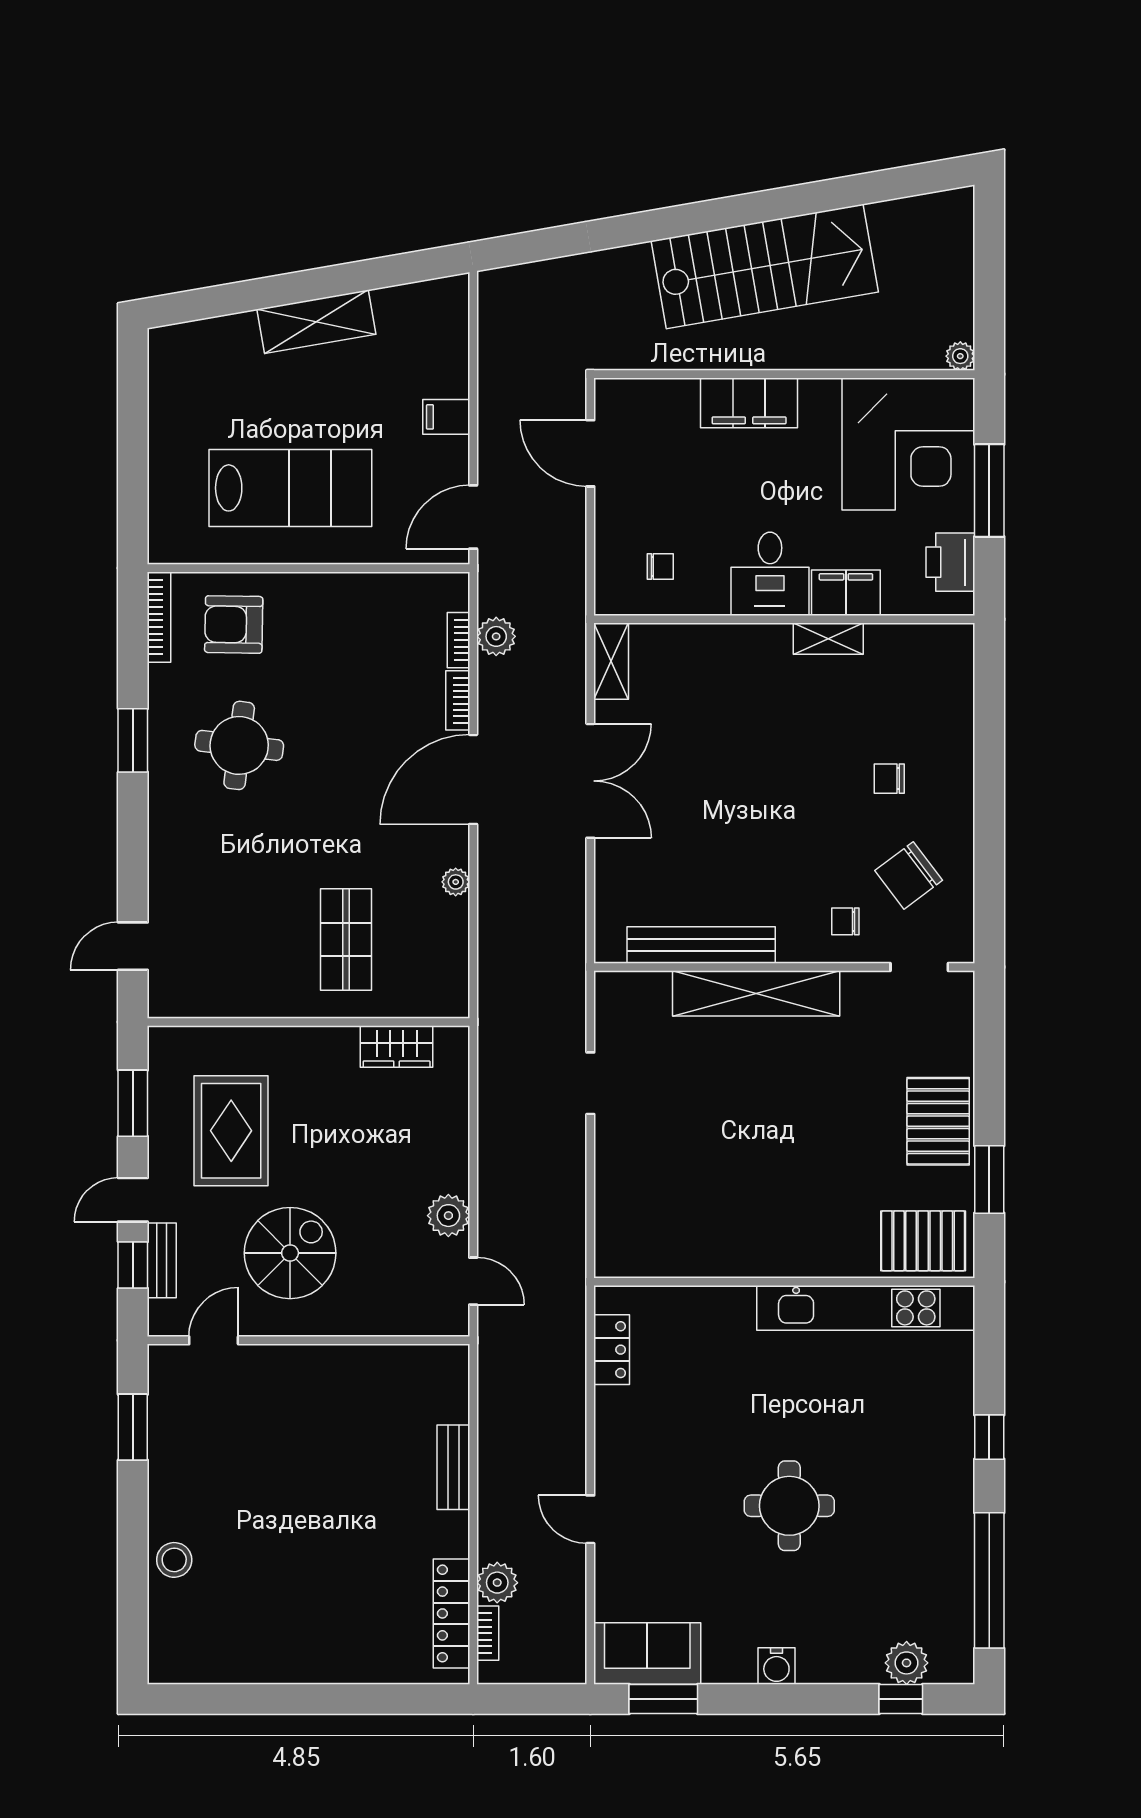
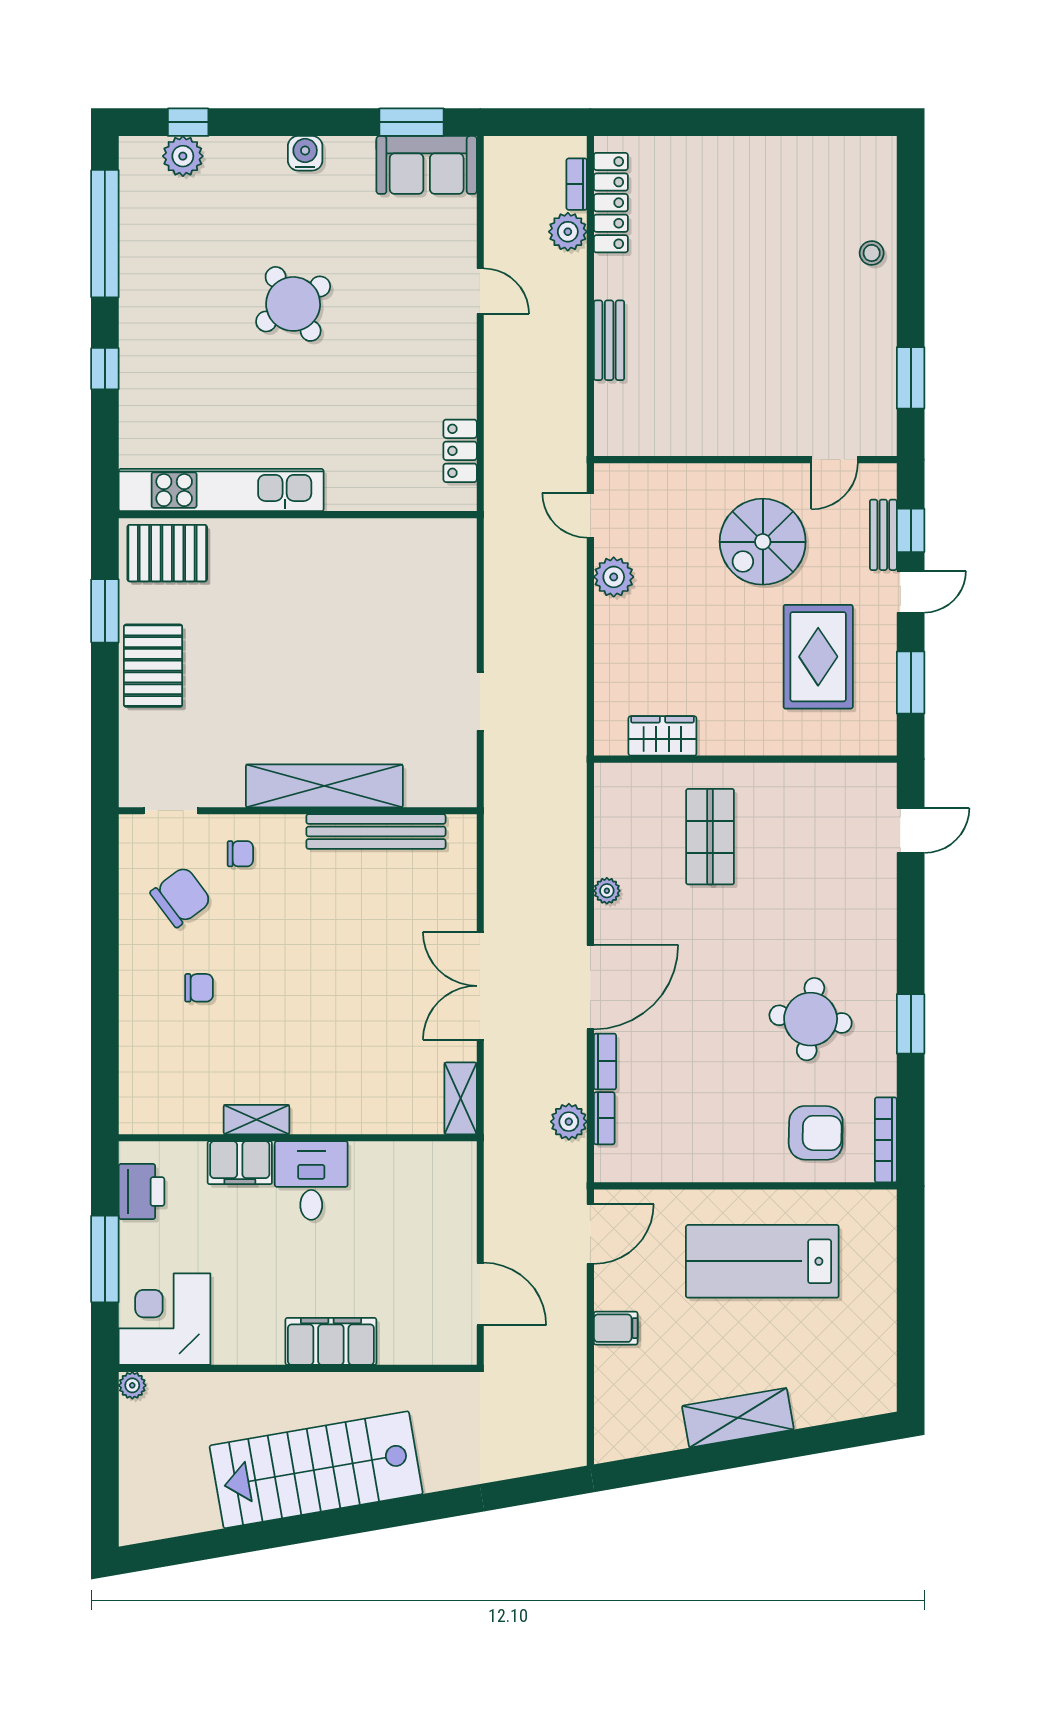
corner desk: (908, 444) -> (165, 1319), width x0.74, depth x0.74
chair: (660, 567) -> (414, 1187), removed
round table: (789, 1506) -> (293, 304), turned -33
stool: (174, 1560) -> (872, 253), width x0.73, depth x0.73

